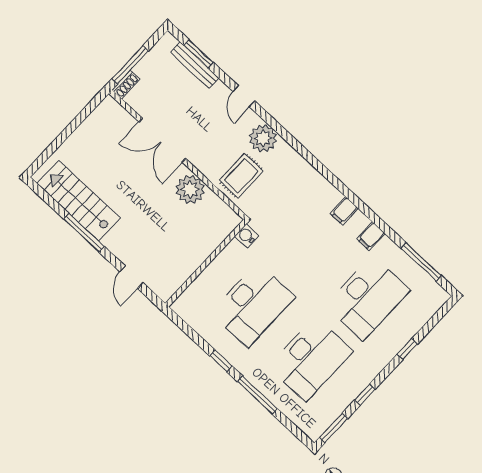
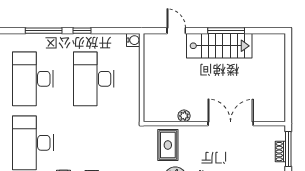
shoe rack: (126, 85) -> (280, 152), moved
plant: (190, 189) -> (184, 116), width x0.53, depth x0.53
stairs: (79, 201) -> (219, 46), moved
water cooler: (247, 236) -> (133, 40), moved

